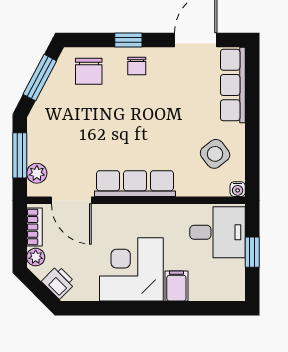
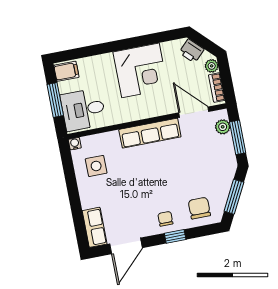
row of seats: (233, 85) -> (95, 227), width x0.68
side table: (215, 154) -> (96, 166), turned 38
window: (252, 252) -> (55, 100), width x1.50
filing cabinet: (176, 286) -> (66, 71), moved, turned -90

